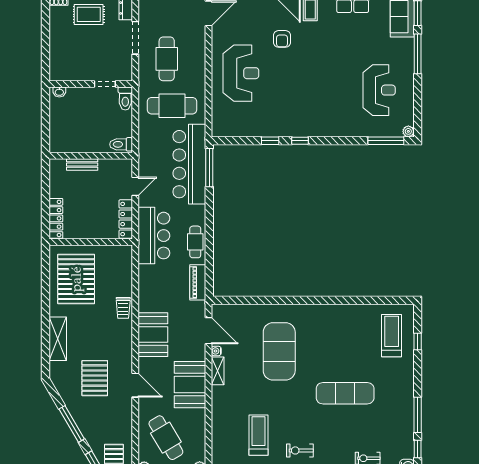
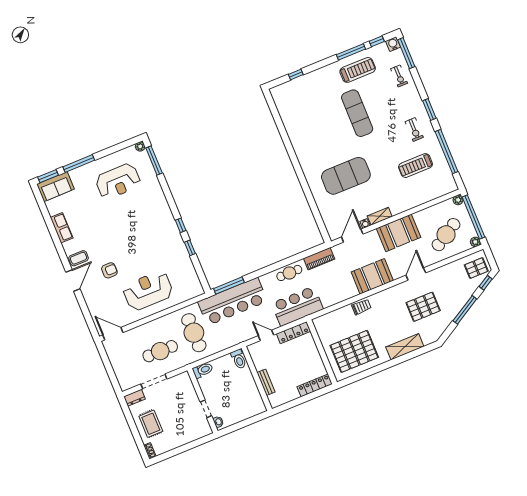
doorway: (105, 84) -> (206, 409), moved
reception desk: (379, 90) -> (118, 181), turned 180
treadmill: (392, 336) -> (358, 70), moved, turned 180

